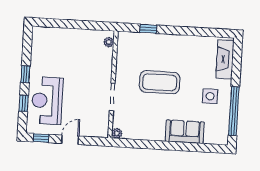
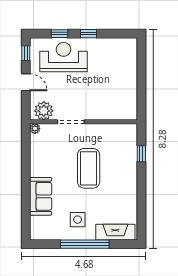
plant: (109, 42) -> (44, 111), moved, width x1.87, depth x1.87
window: (234, 111) -> (85, 244), moved

